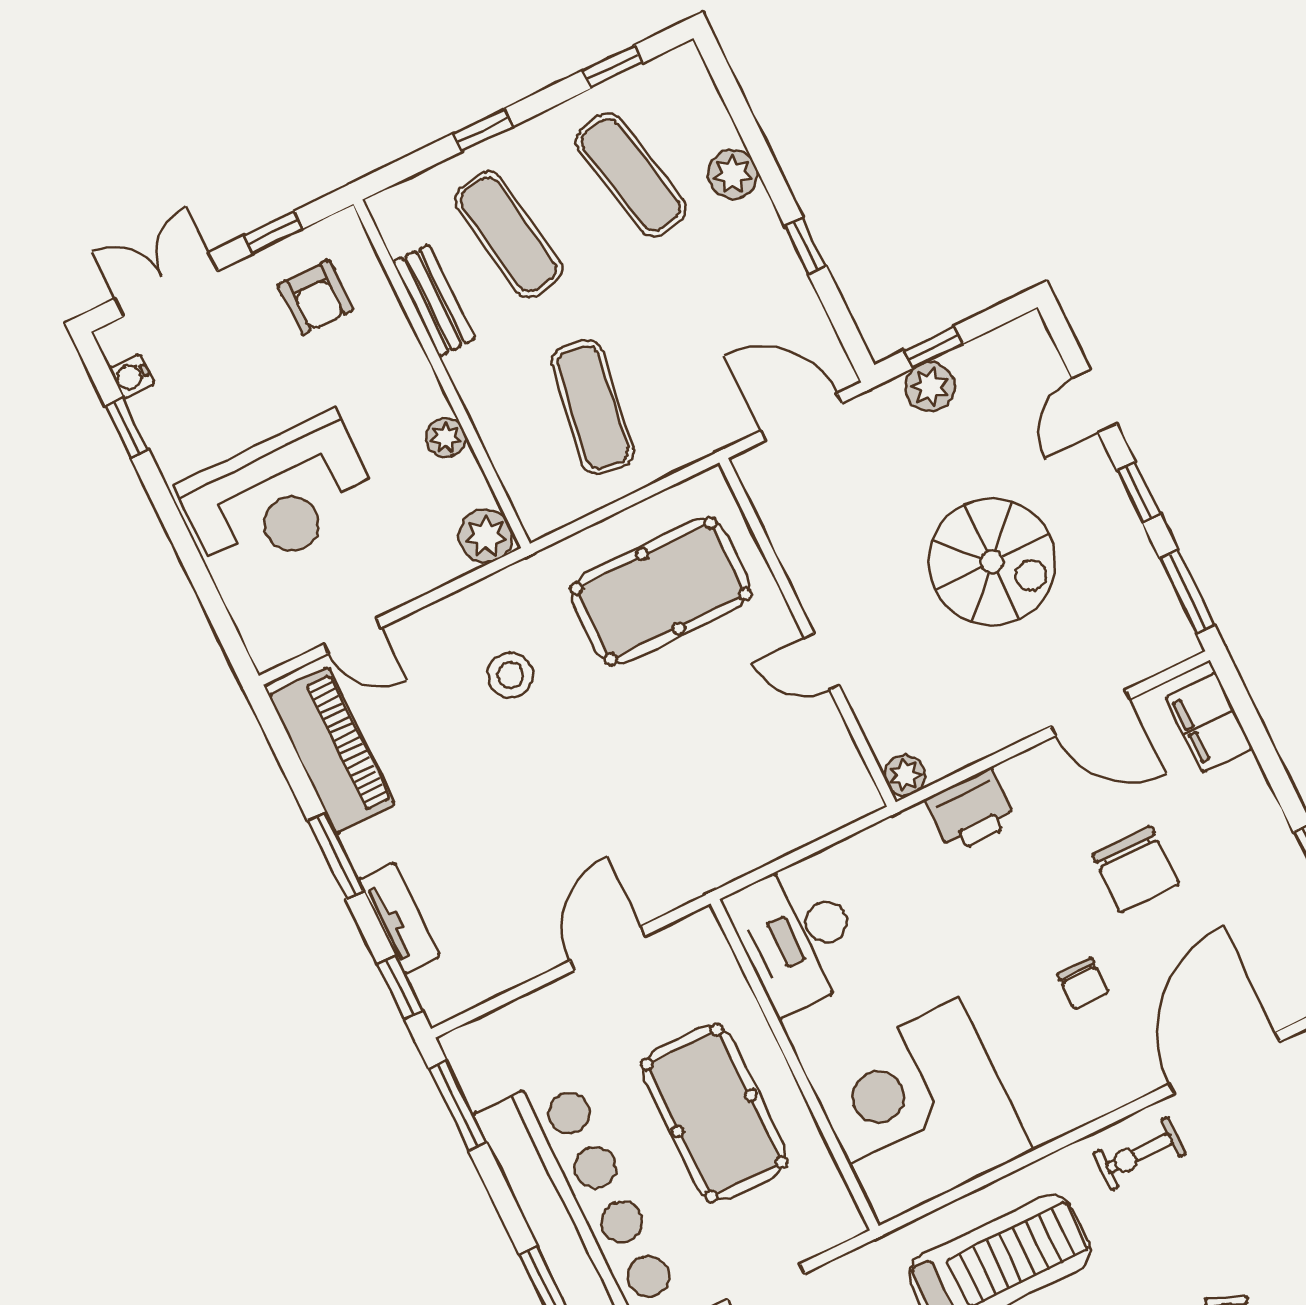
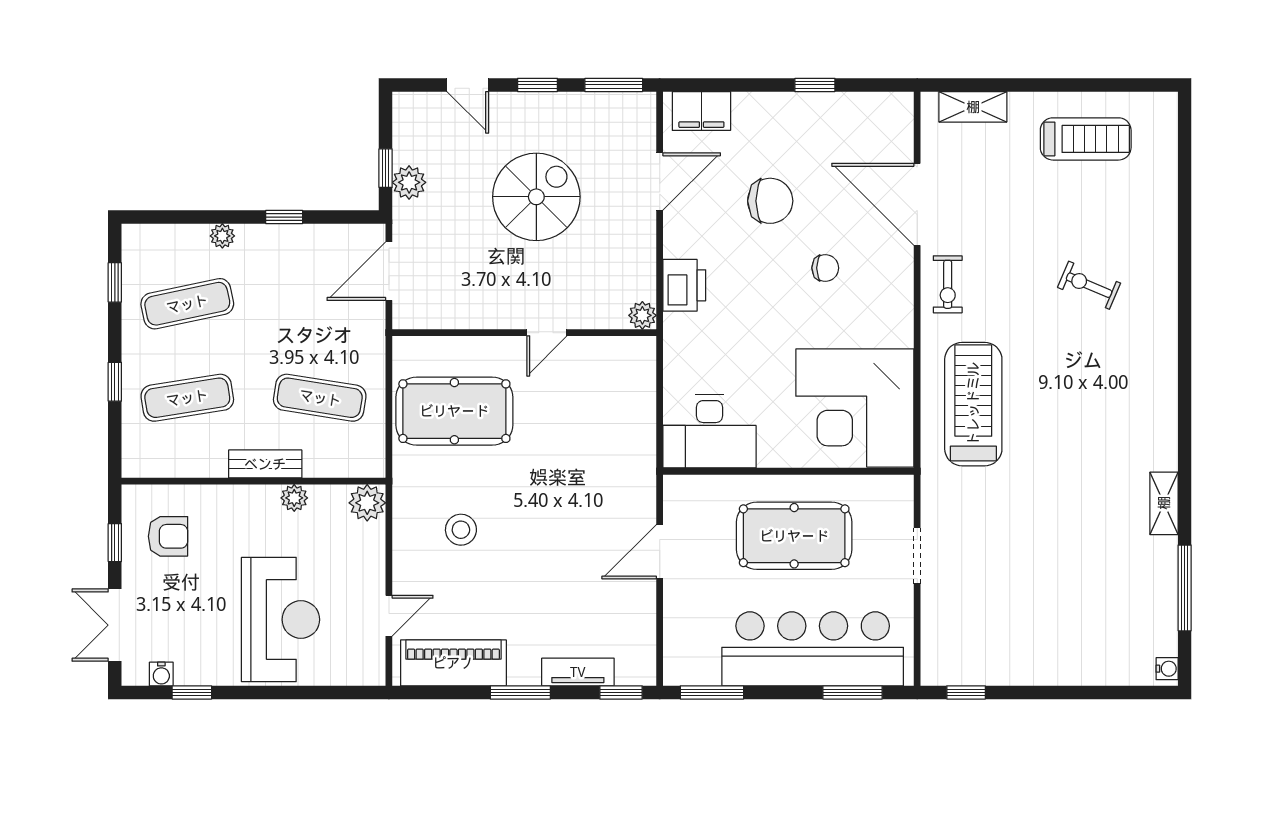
plant: (733, 174) -> (222, 236), width x0.73, depth x0.73
bench: (434, 301) -> (265, 464), moved
pool table: (661, 591) -> (454, 411), turned 90
door: (608, 948) -> (660, 552), hinge flipped

